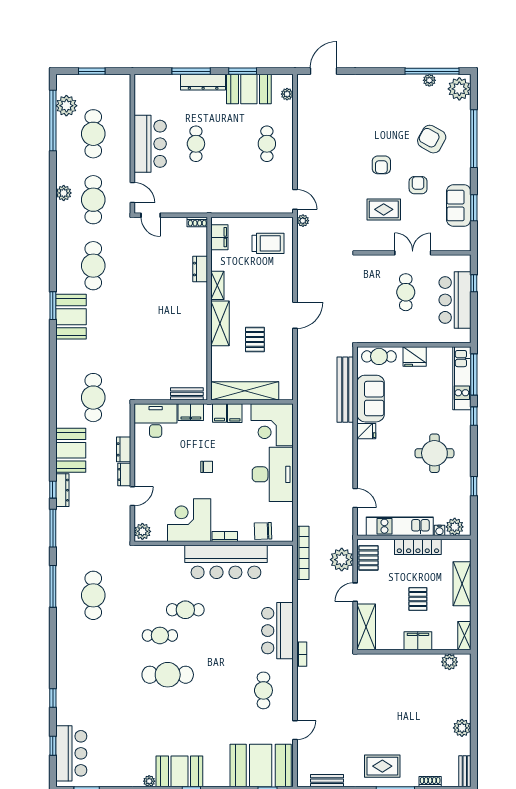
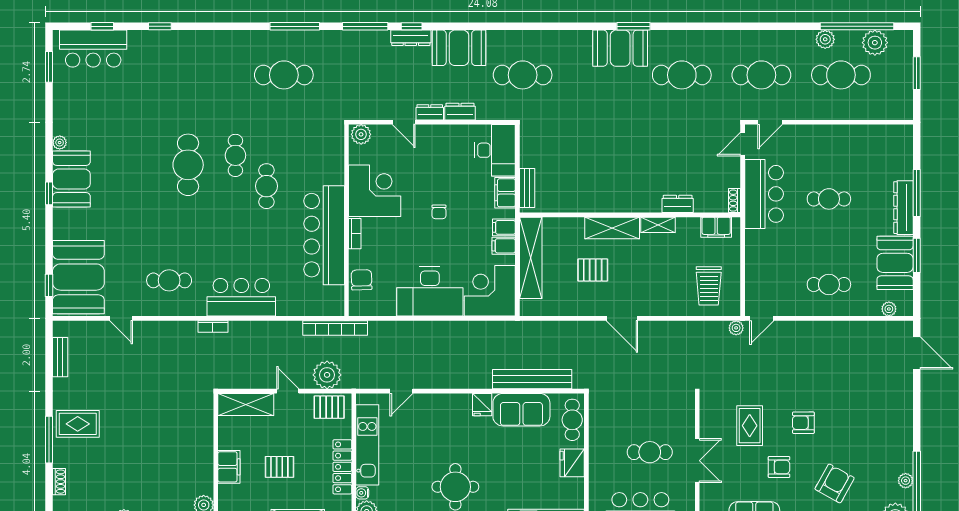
bar counter: (150, 144) -> (764, 194), moved, turned -90
plant: (64, 193) -> (825, 39), moved
rug: (382, 766) -> (78, 424), turned 90

